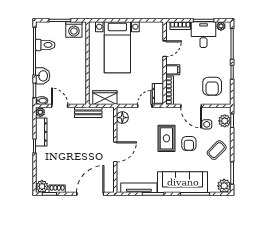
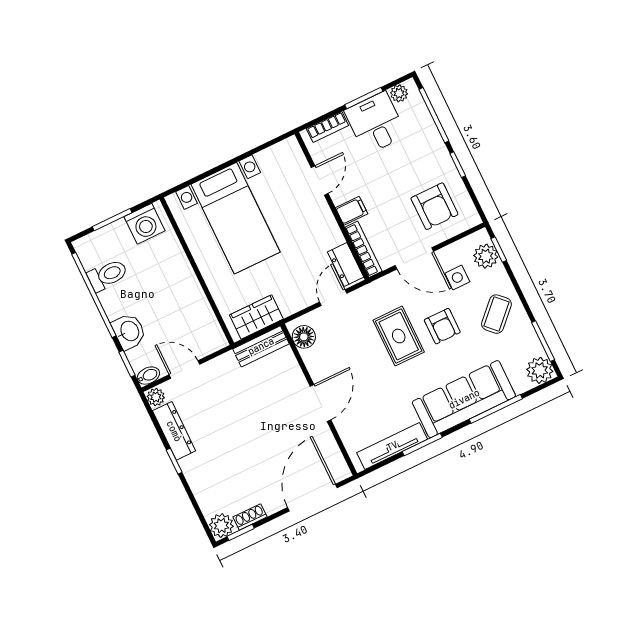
bench: (88, 112) -> (261, 346), moved

